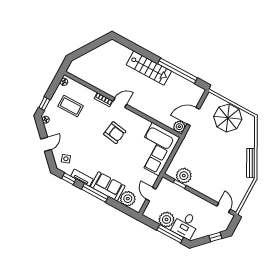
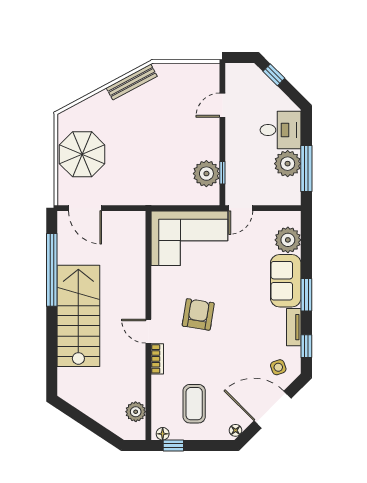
stairs: (149, 68) -> (78, 316), width x1.36, depth x1.51
window: (44, 104) -> (173, 446), moved
door: (193, 117) -> (85, 208), moved
plant: (179, 127) -> (136, 412), moved
door: (46, 144) -> (273, 410), width x1.88
window: (95, 193) -> (306, 295), width x0.69
door: (151, 194) -> (241, 208), moved
door: (224, 208) -> (222, 105), moved
window: (170, 234) -> (306, 168), moved

